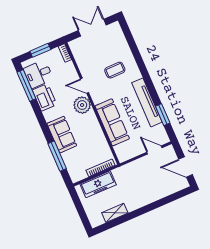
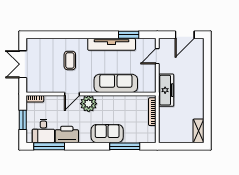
freezer: (98, 184) -> (166, 90), moved
shelving: (115, 213) -> (198, 131), moved

